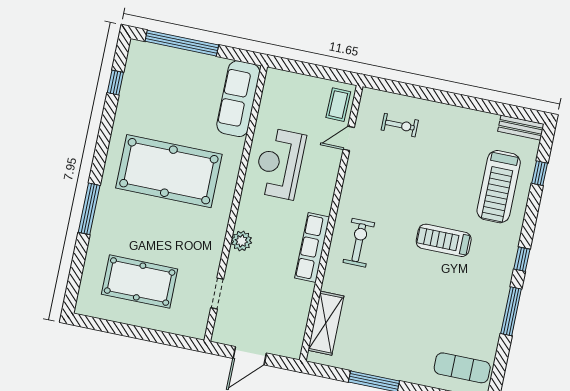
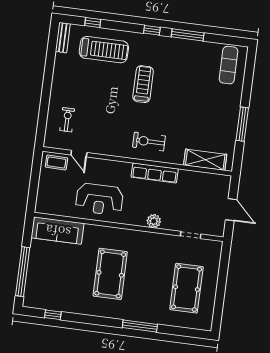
pool table: (169, 171) -> (110, 274), width x0.73, depth x0.76
treadmill: (444, 240) -> (143, 84), turned 180

